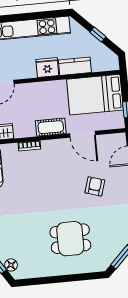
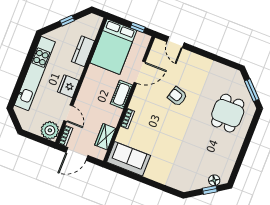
fridge: (47, 68) -> (68, 86), moved
armchair: (95, 186) -> (177, 96), moved
dining table: (70, 239) -> (228, 113), moved

